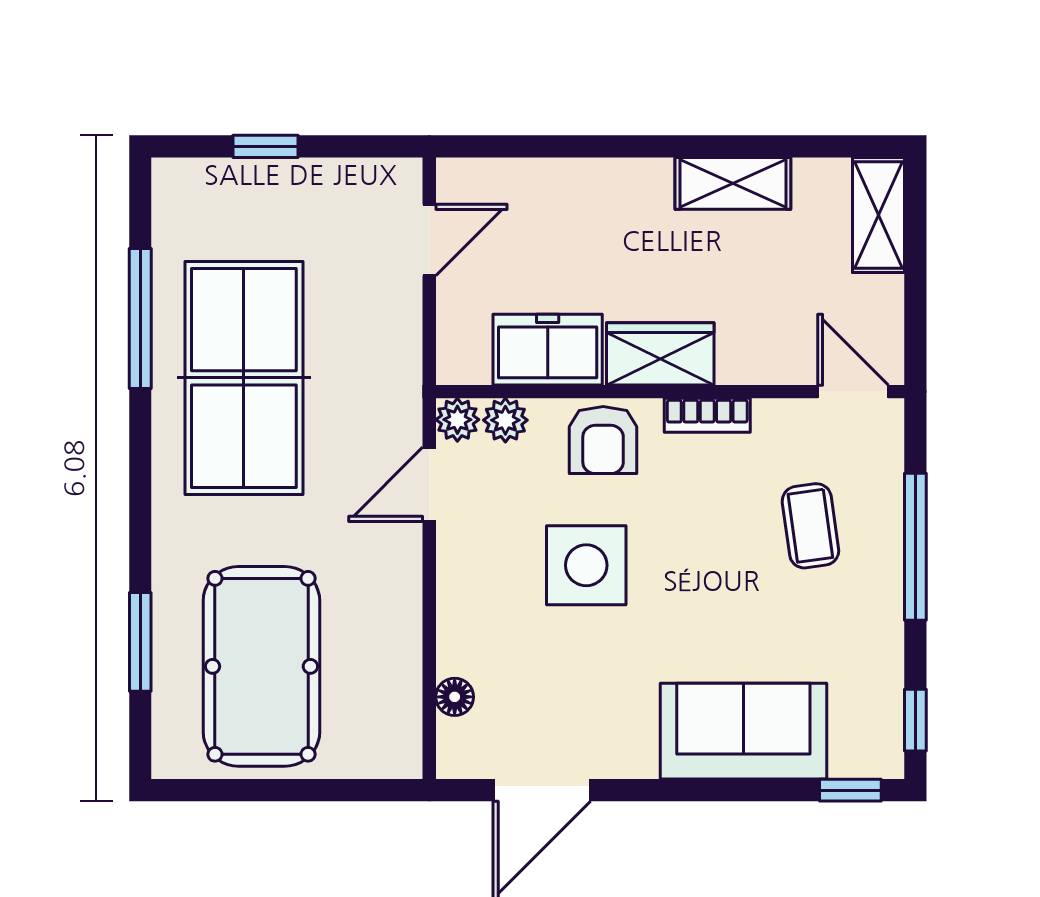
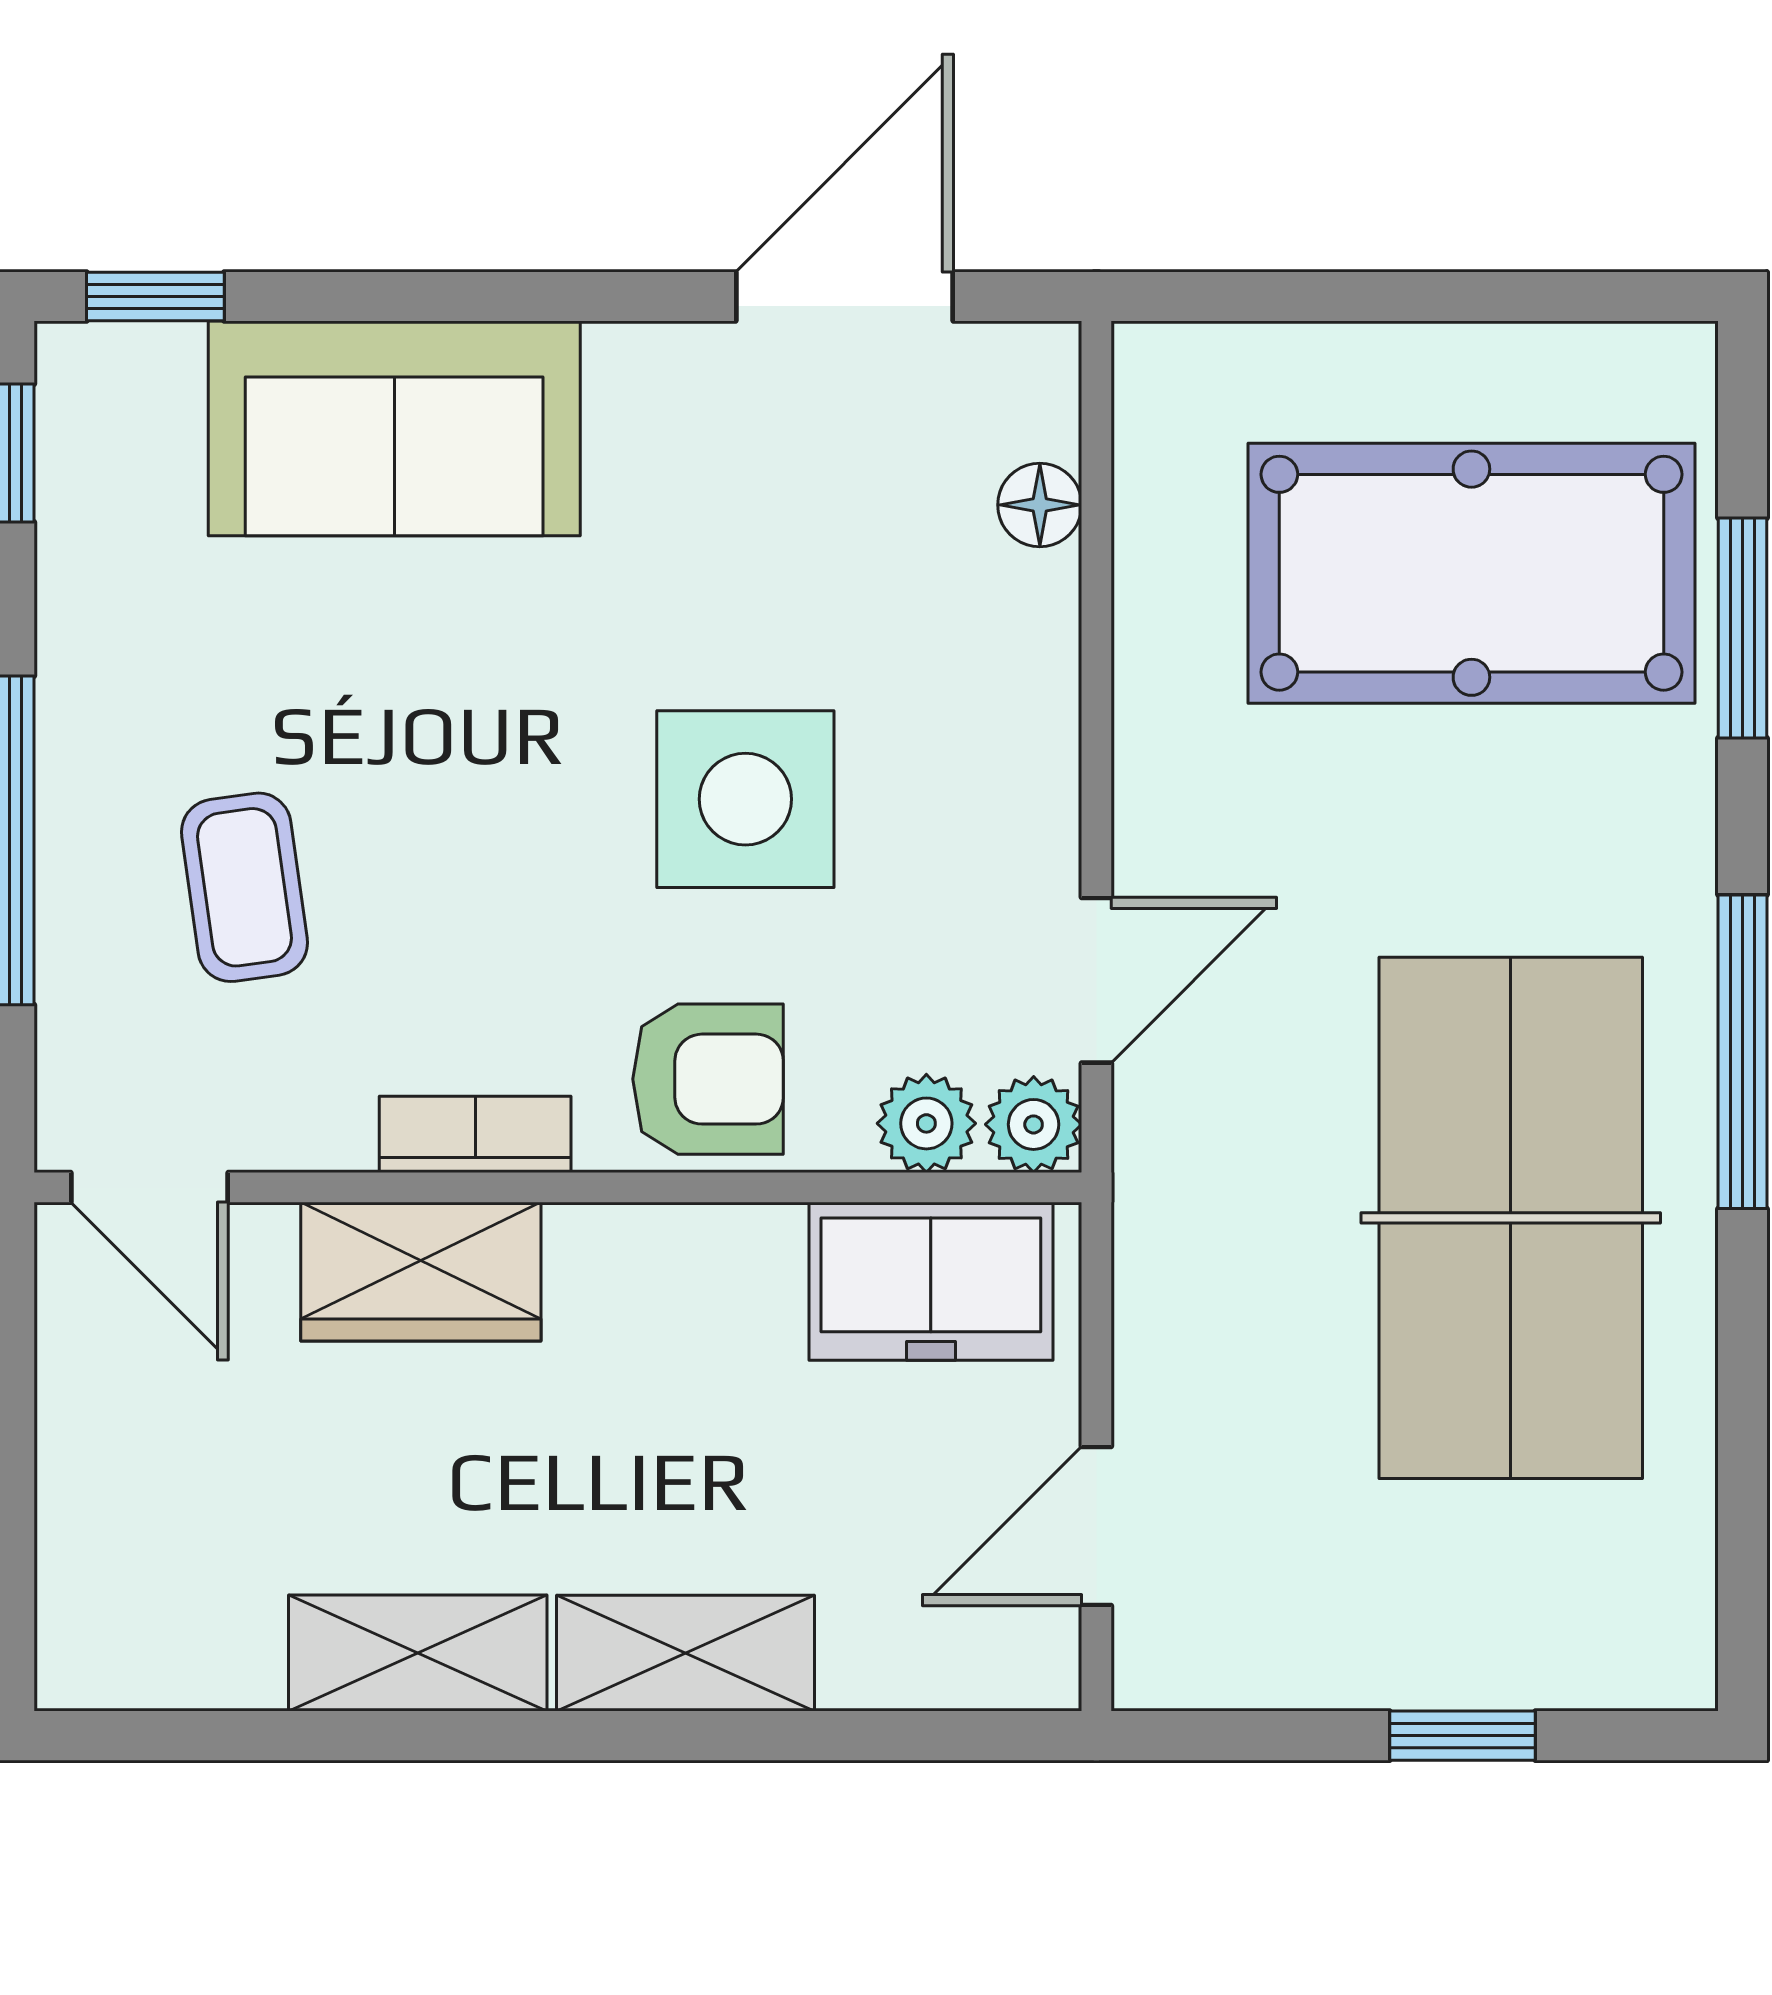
shelving: (879, 215) -> (685, 1653), moved, turned 90
window: (140, 319) -> (1742, 1052), moved
freezer: (548, 350) -> (931, 1281), moved
wardrobe: (660, 354) -> (421, 1272), moved
armchair: (603, 440) -> (708, 1079), turned 90
pool table: (261, 666) -> (1471, 573), turned 90

